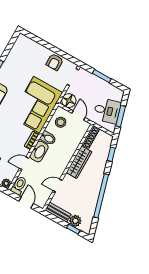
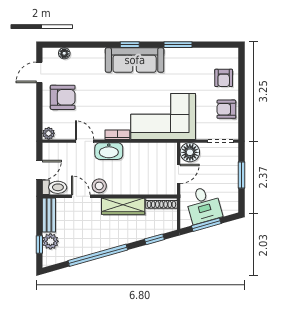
armchair: (34, 53) -> (224, 78), added
stool: (61, 122) -> (99, 186), moved
bidet: (48, 138) -> (131, 153), removed
toilet: (19, 186) -> (55, 187), moved

